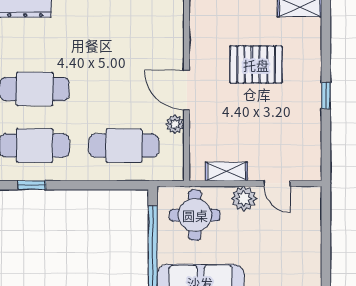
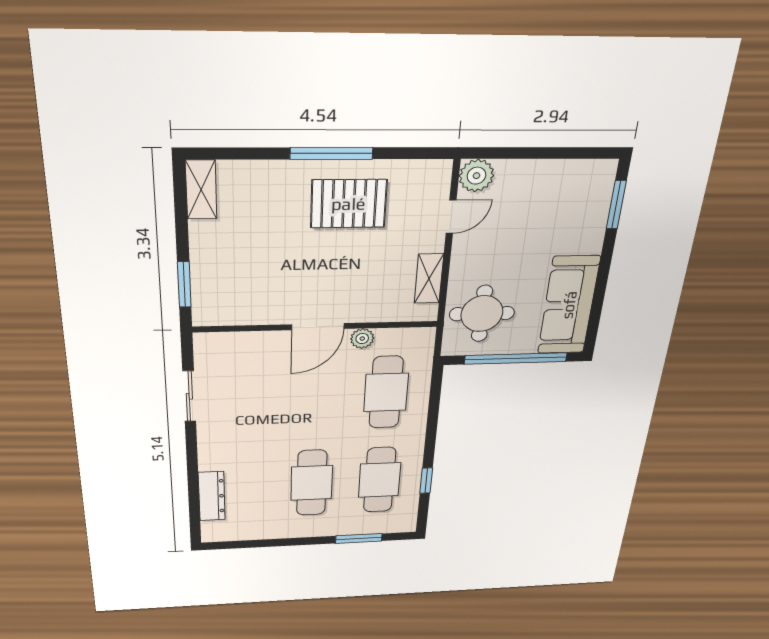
pallet: (256, 65) -> (349, 204), moved, turned 90
window: (326, 96) -> (331, 153), width x2.17
plant: (244, 199) -> (476, 176), moved

